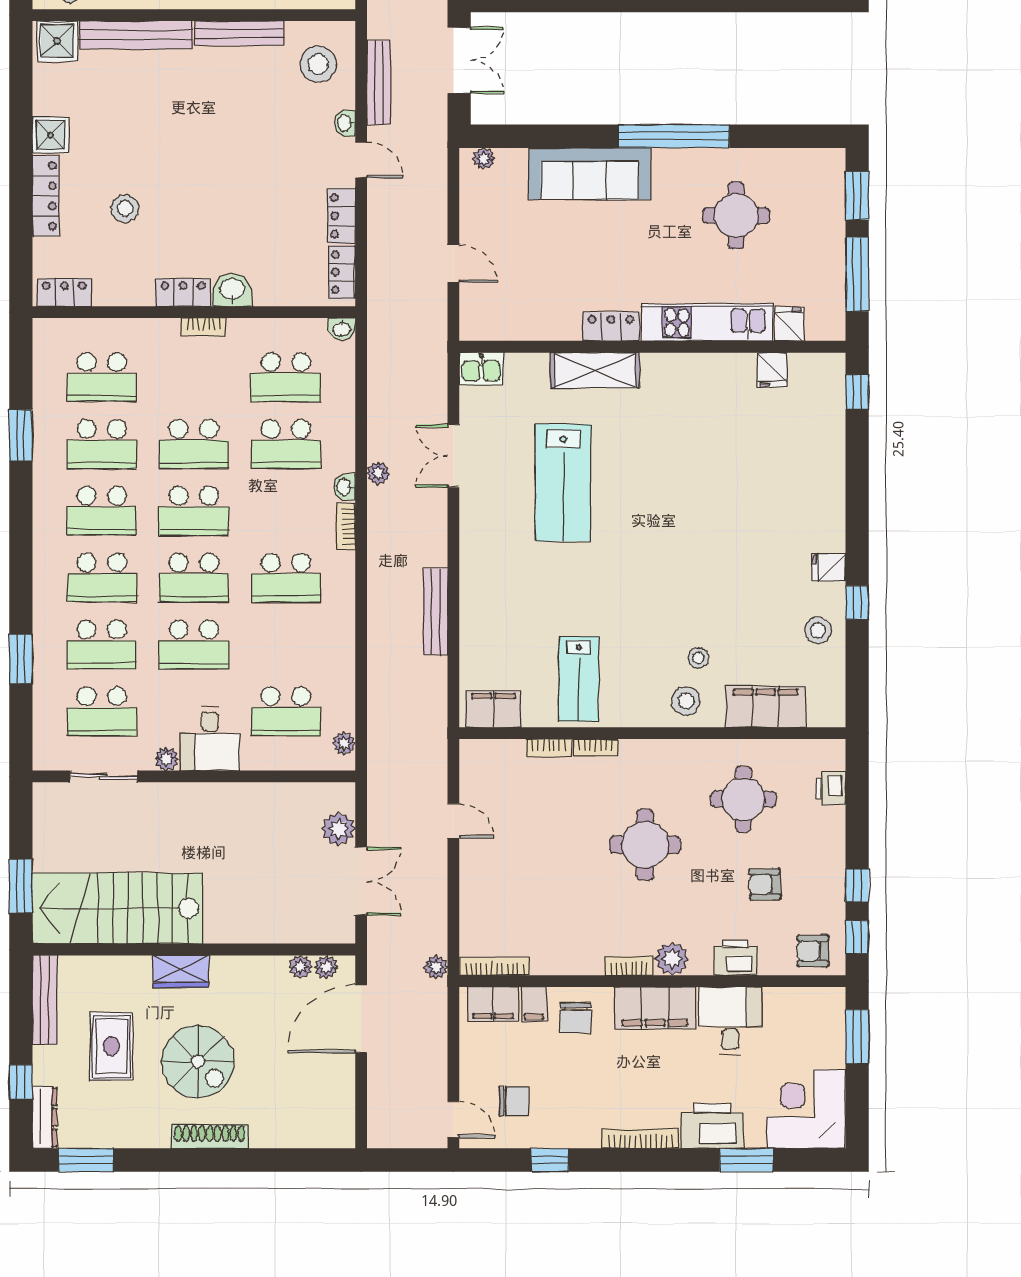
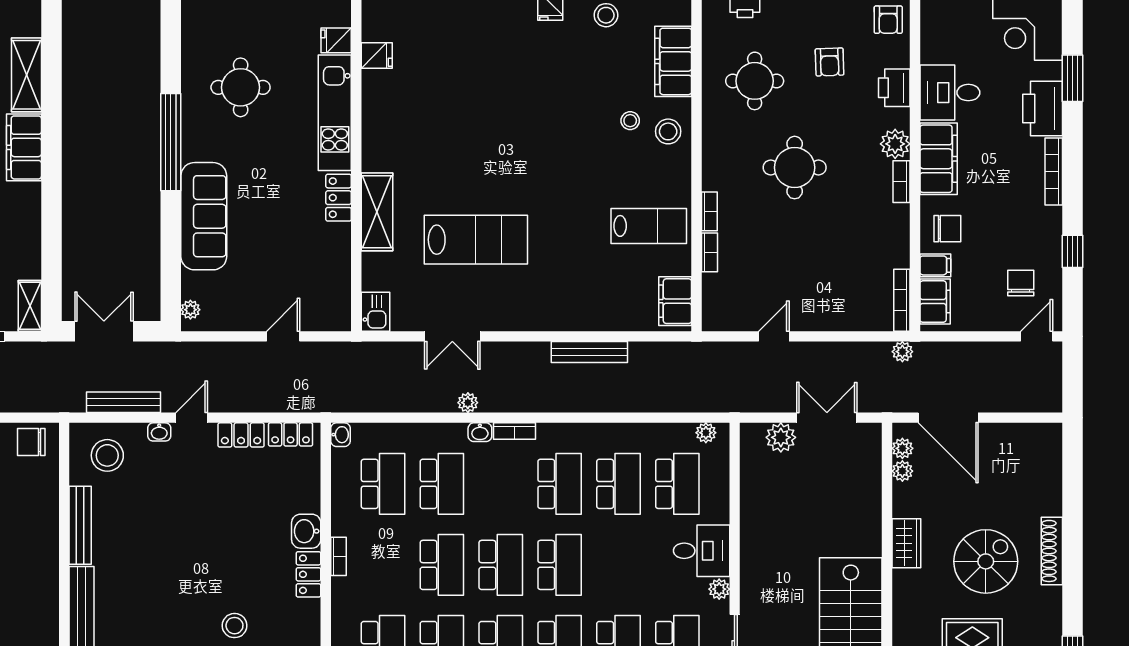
school desk: (194, 645) -> (618, 484), moved
wardrobe: (181, 971) -> (906, 543), moved

